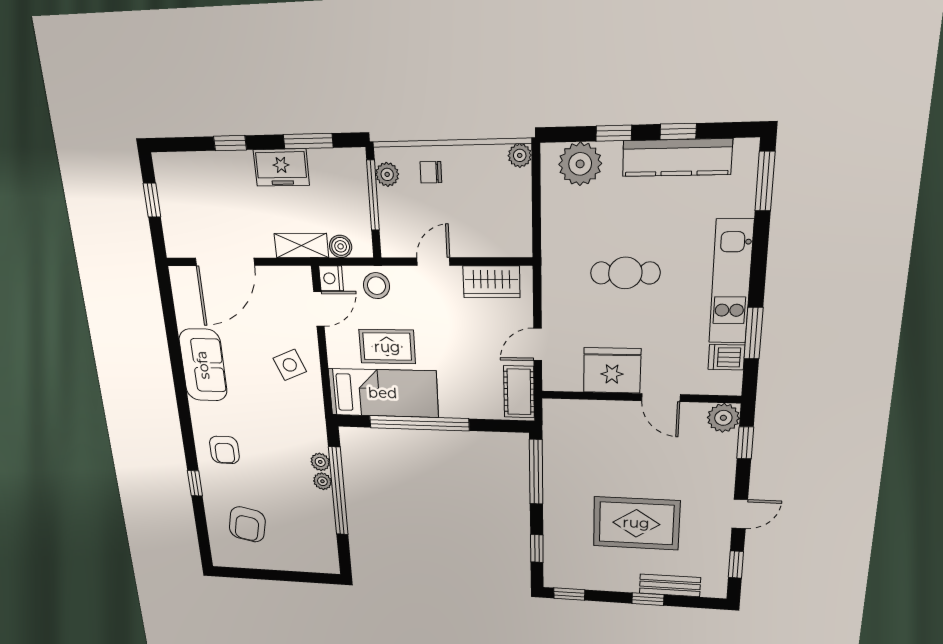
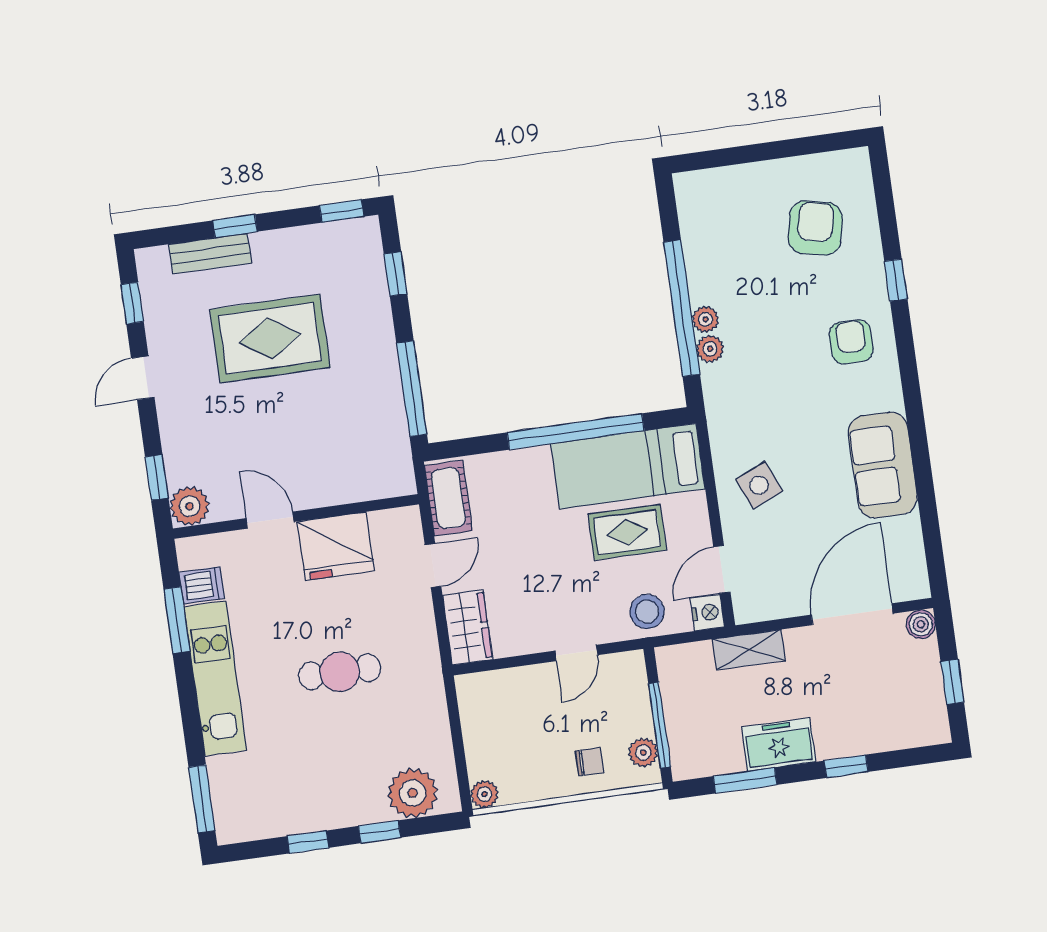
kitchen counter: (677, 158) -> (304, 813), removed
boiler: (341, 246) -> (921, 624), moved
wardrobe: (491, 282) -> (468, 627), moved, turned 90

